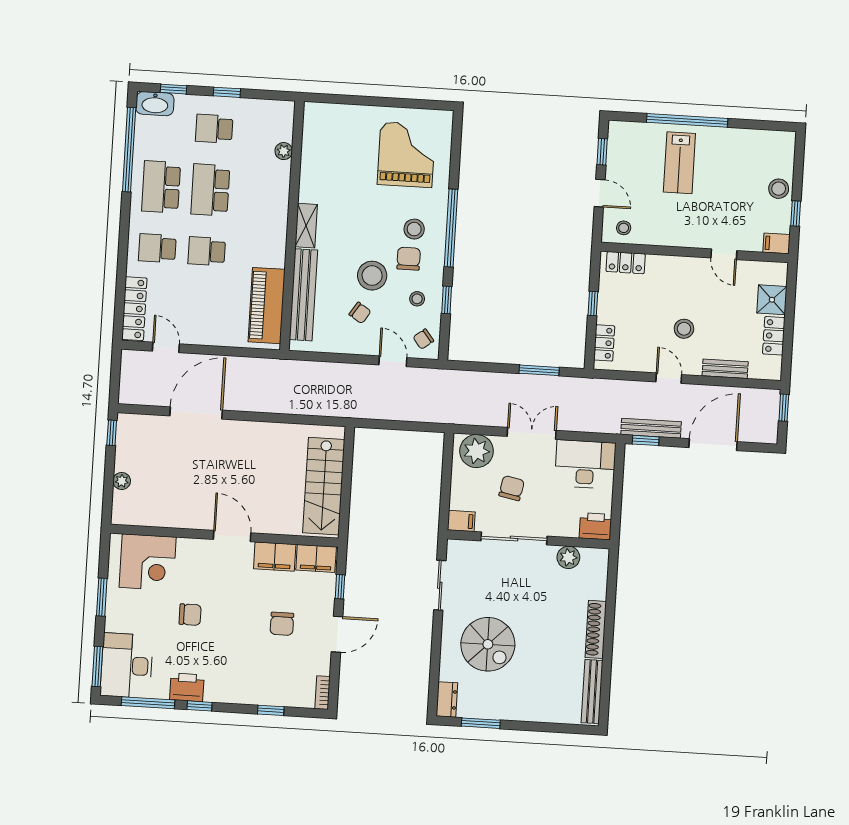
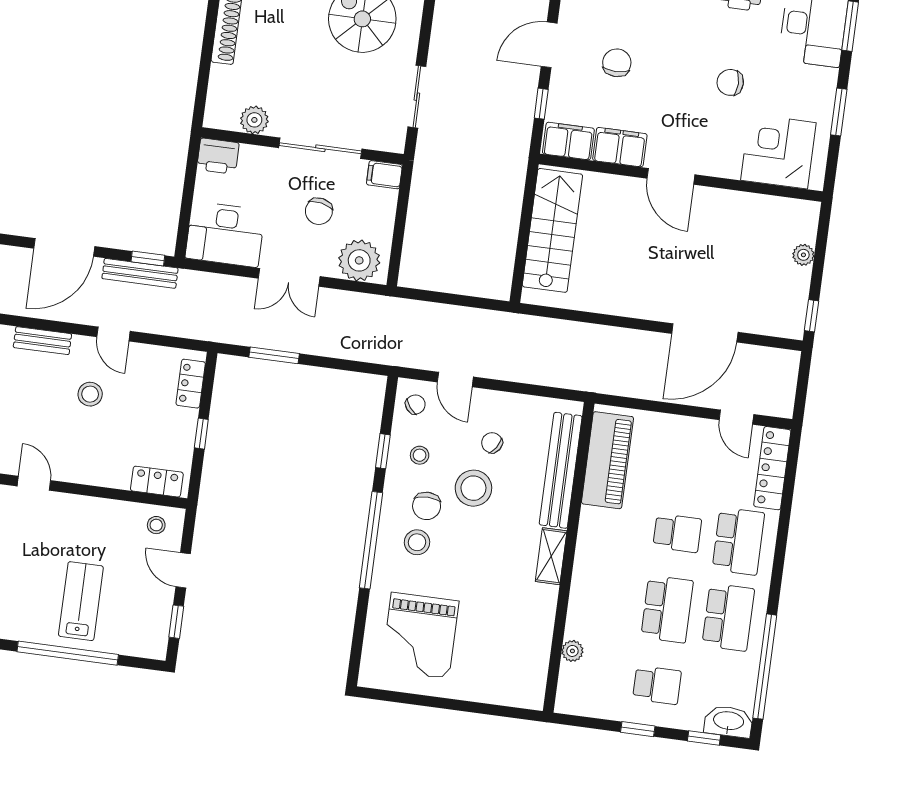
school desk: (157, 248) -> (738, 541), width x1.85

